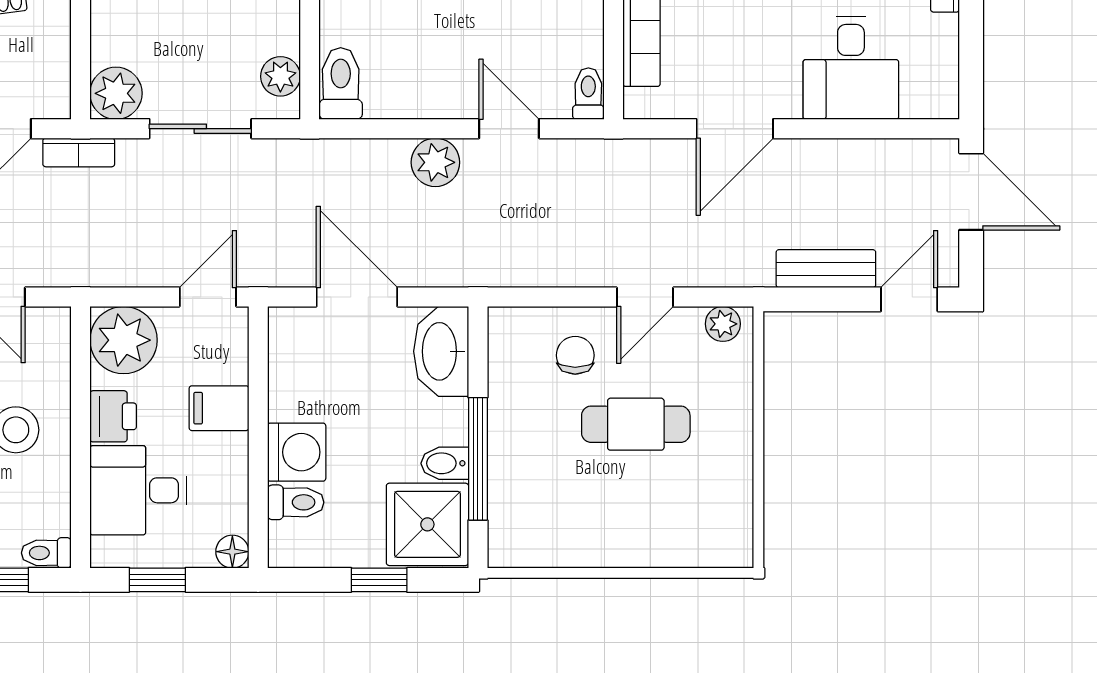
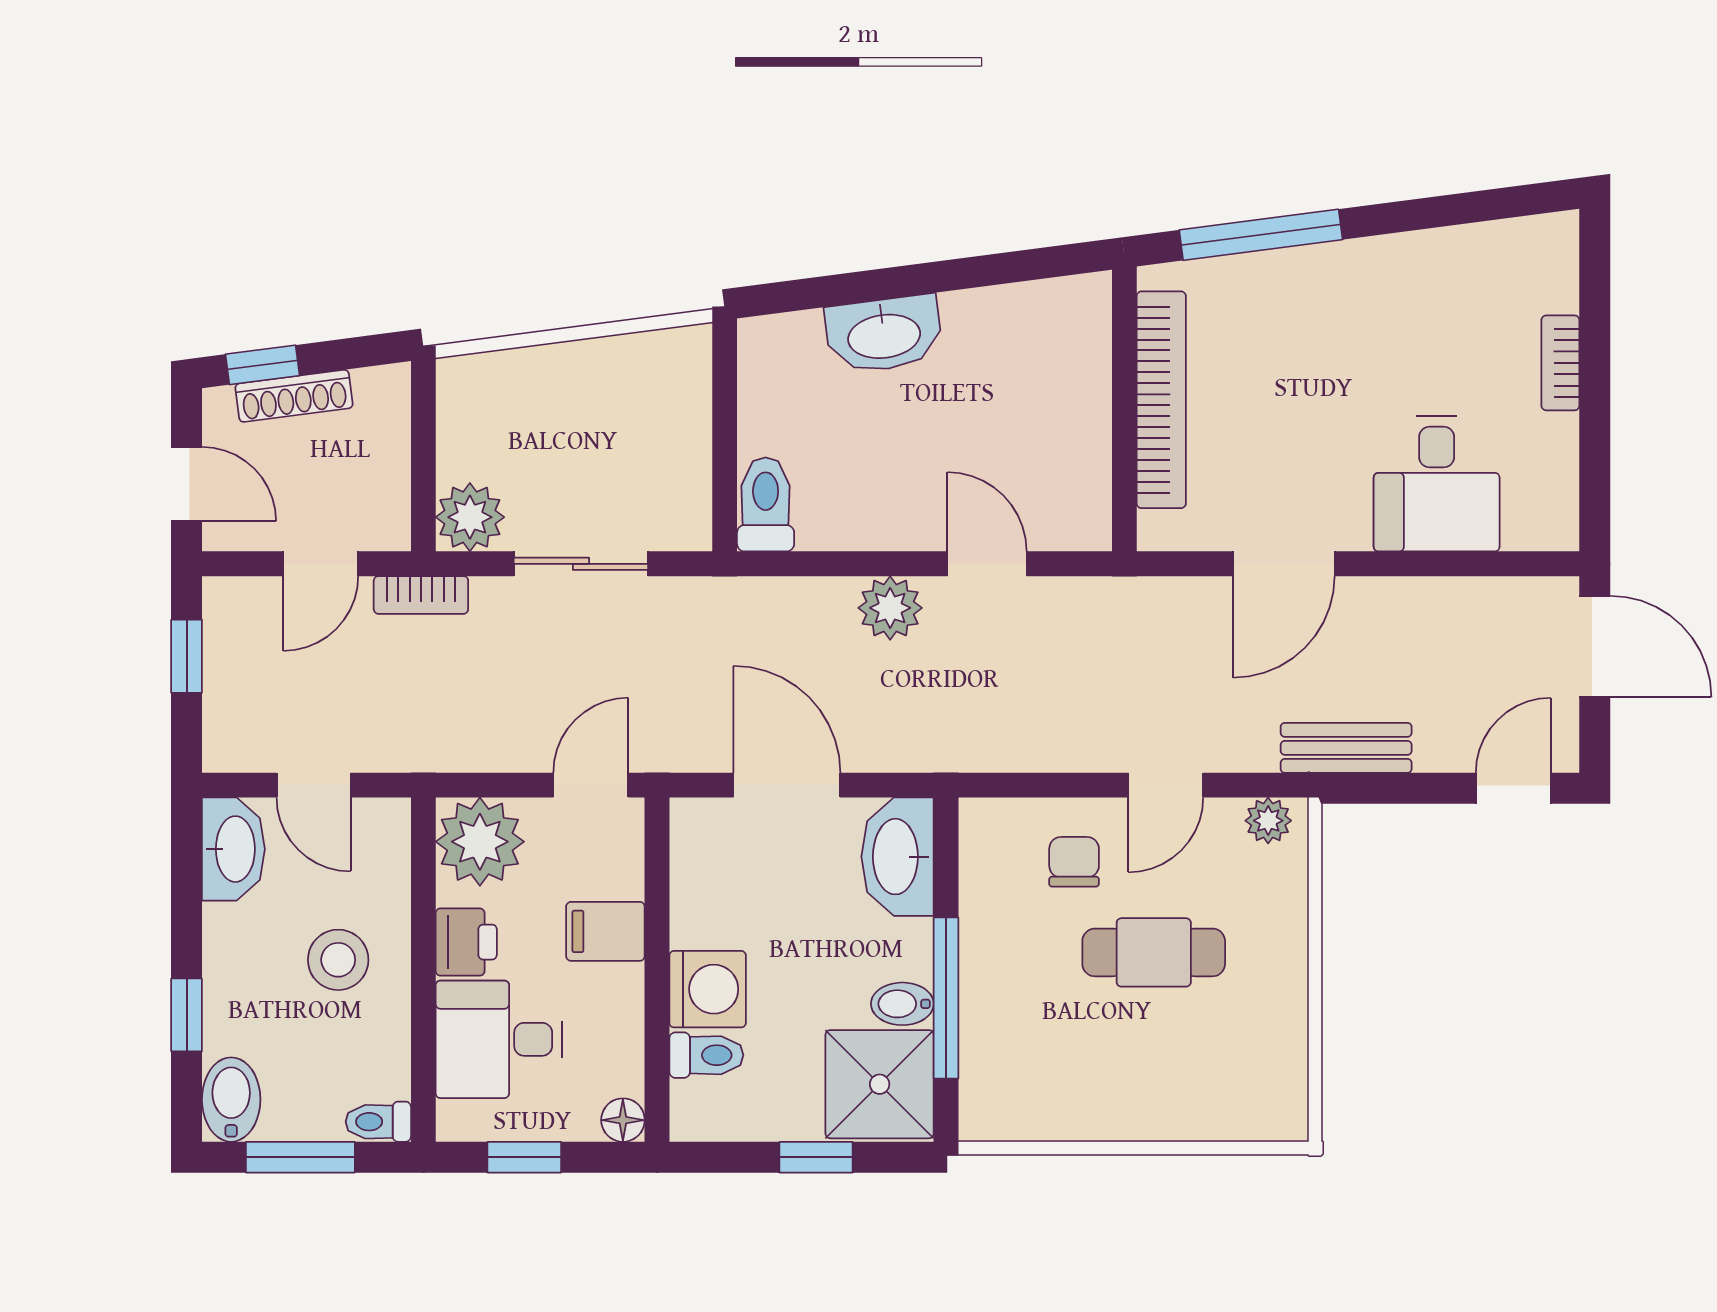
plant: (280, 76) -> (686, 495), removed
toilet: (588, 94) -> (1091, 518), removed
bench: (826, 269) -> (1346, 748), moved

